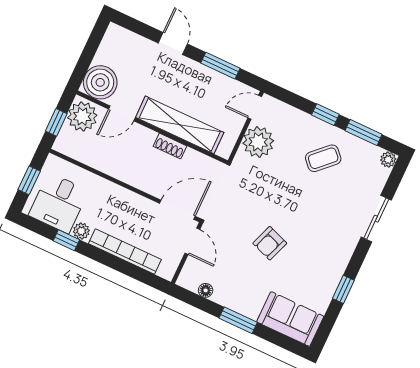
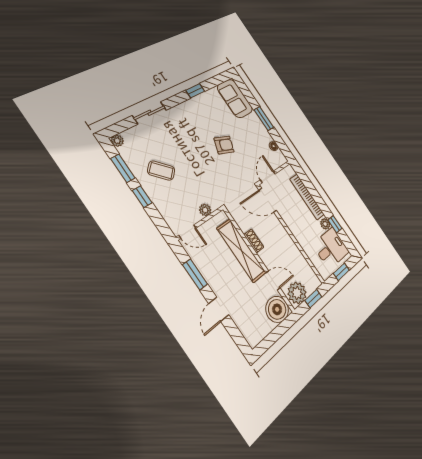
plant: (258, 142) -> (205, 210), width x0.53, depth x0.53

